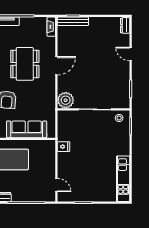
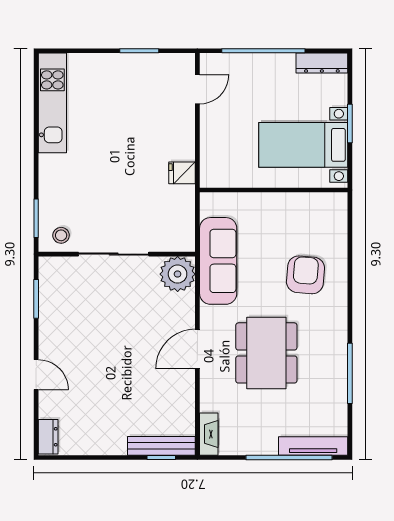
sofa: (27, 129) -> (218, 261), moved, turned -90
door: (56, 185) -> (197, 89), swing flipped

